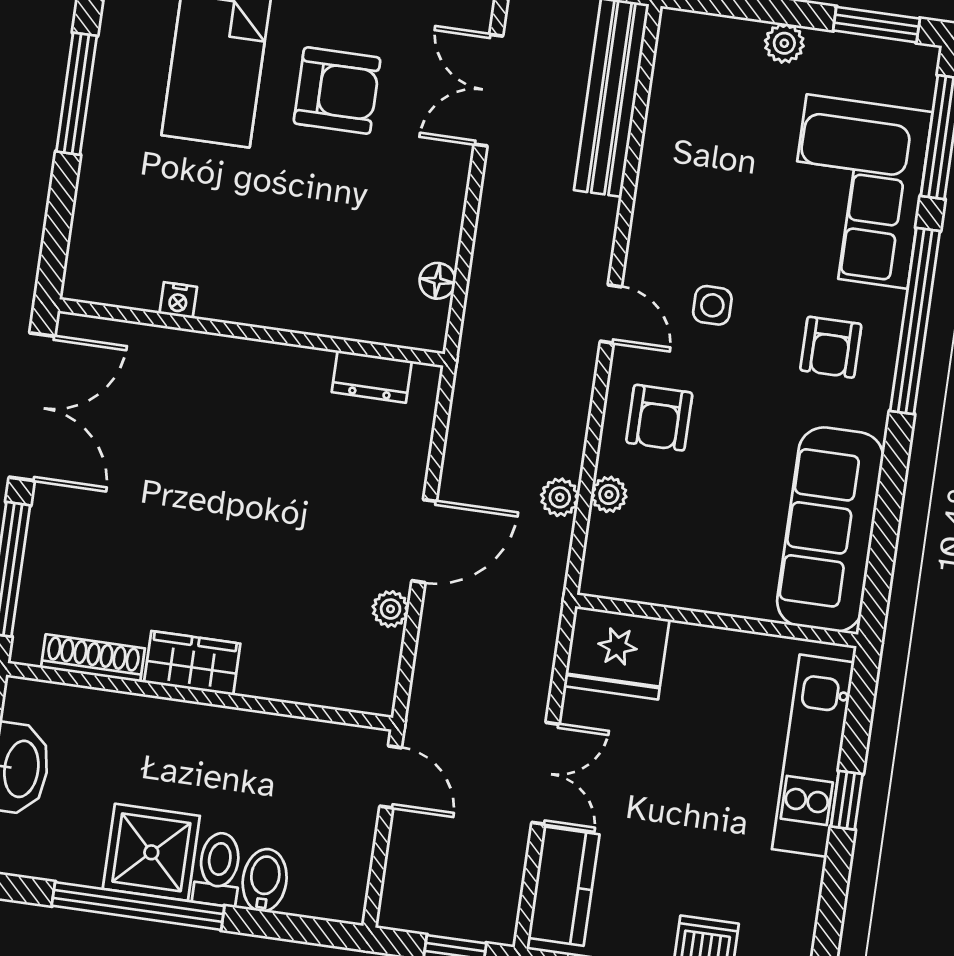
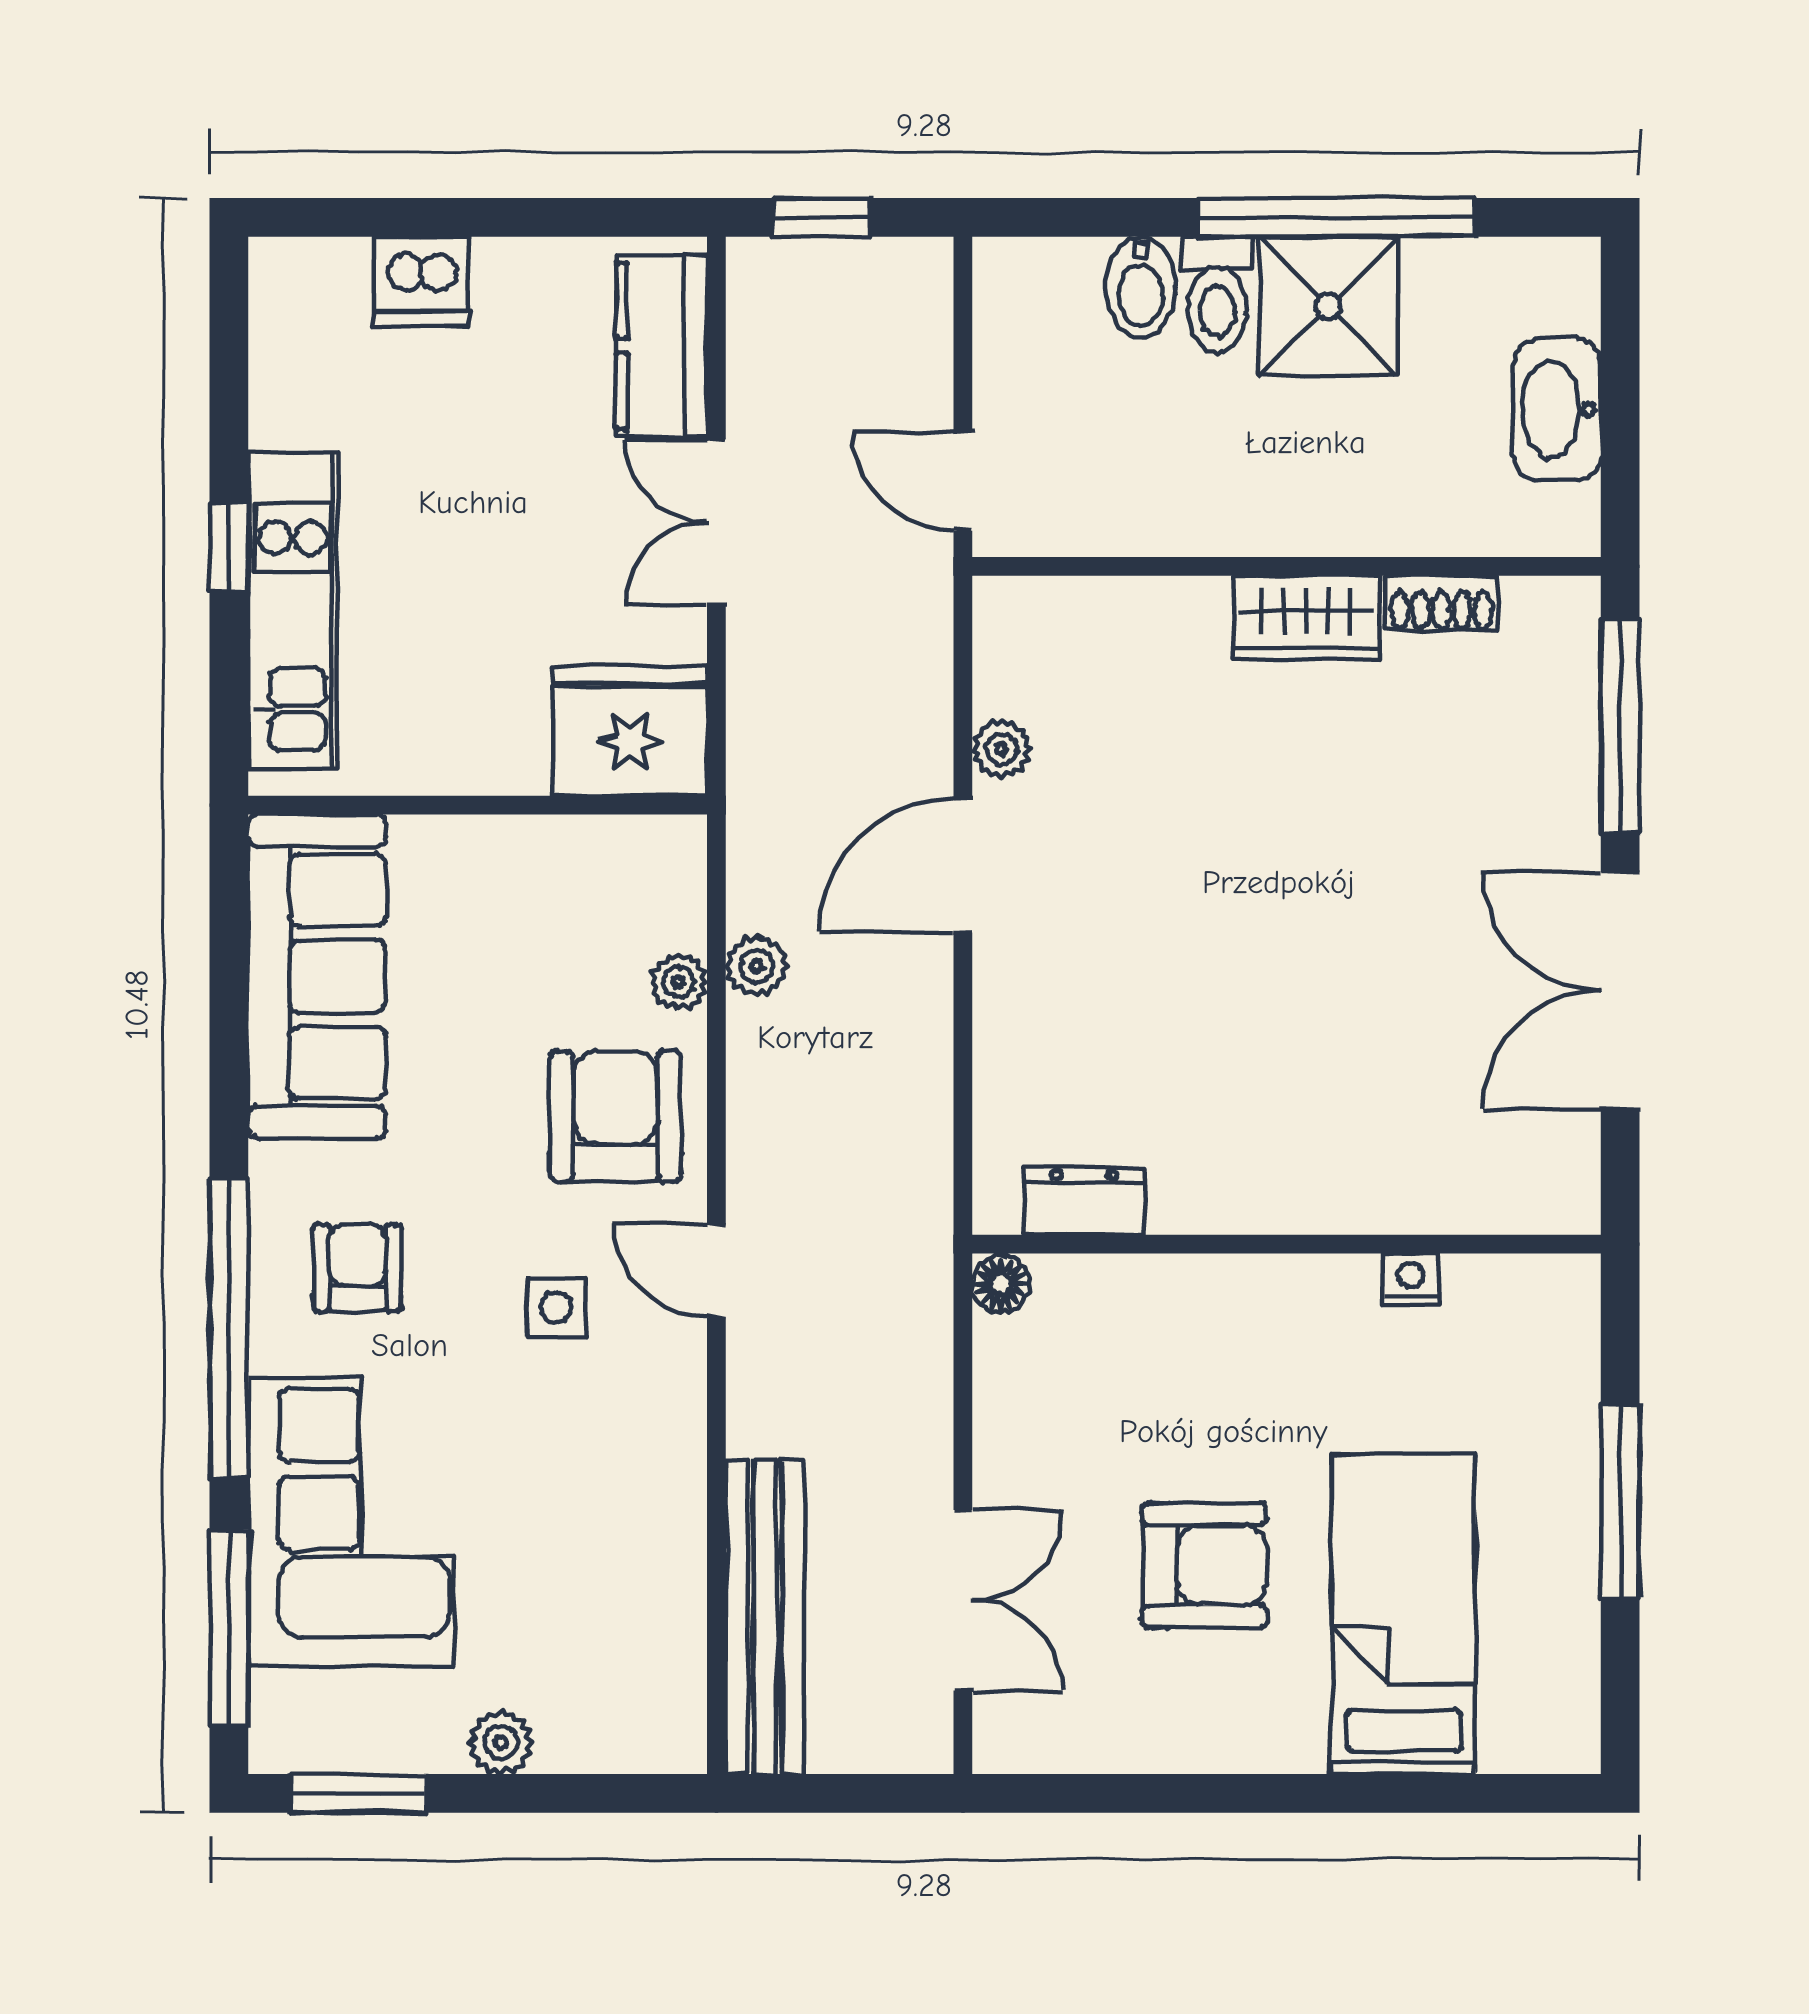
armchair: (337, 91) -> (1205, 1565), turned 180
nightstand: (178, 300) -> (1411, 1279), moved
wall: (251, 332) -> (1287, 1244), moved
dresser: (372, 377) -> (1084, 1201), moved
armchair: (659, 418) -> (615, 1116), width x1.38, depth x1.38
shoe rack: (93, 658) -> (1441, 603), width x0.70

